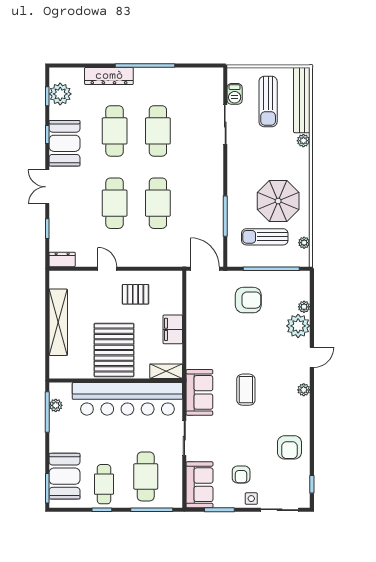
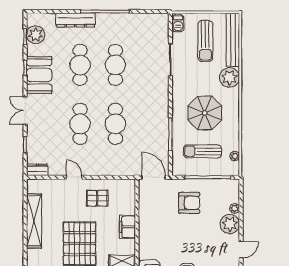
barbecue: (235, 94) -> (178, 23), moved
plant: (303, 141) -> (230, 77), width x1.88, depth x1.88
parasol: (278, 201) -> (205, 113), moved

